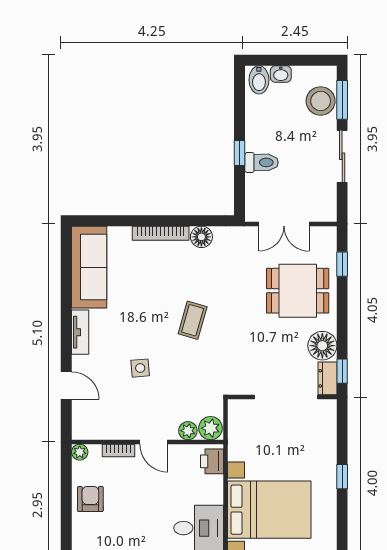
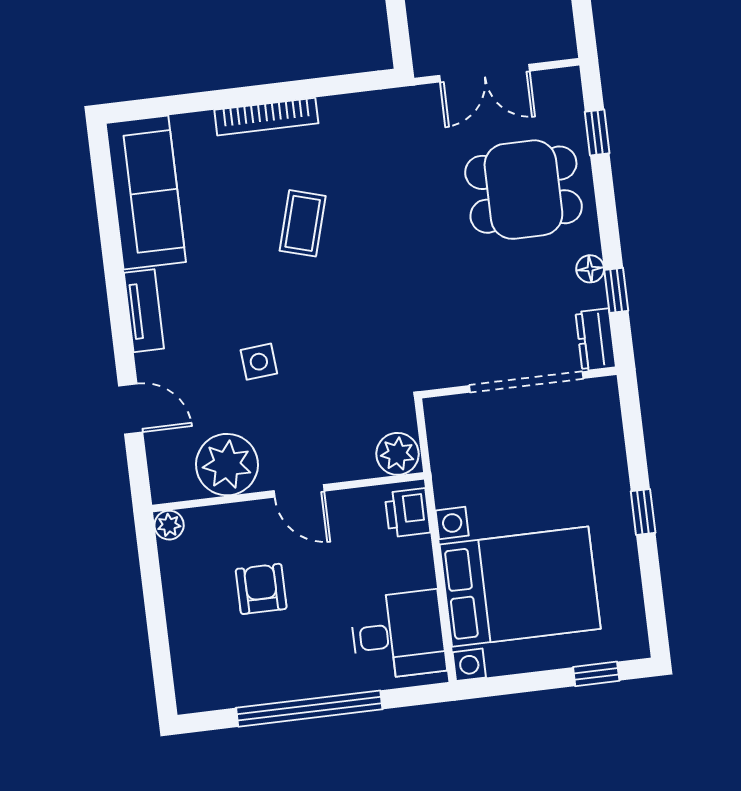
floor lamp: (201, 237) -> (340, 114), removed
coffee table: (193, 320) -> (303, 223), moved
floor lamp: (322, 346) -> (590, 269), width x0.53, depth x0.53
window: (342, 371) -> (616, 290), moved
plant: (188, 431) -> (227, 465), moved, width x1.87, depth x1.87
bookcase: (119, 451) -> (238, 514), removed
armchair: (90, 499) -> (261, 589), moved

